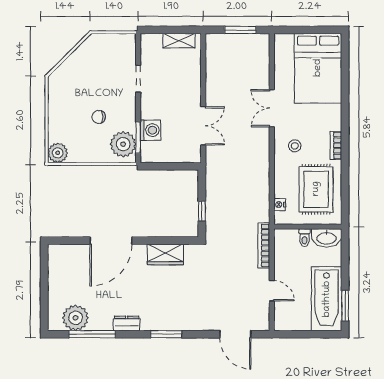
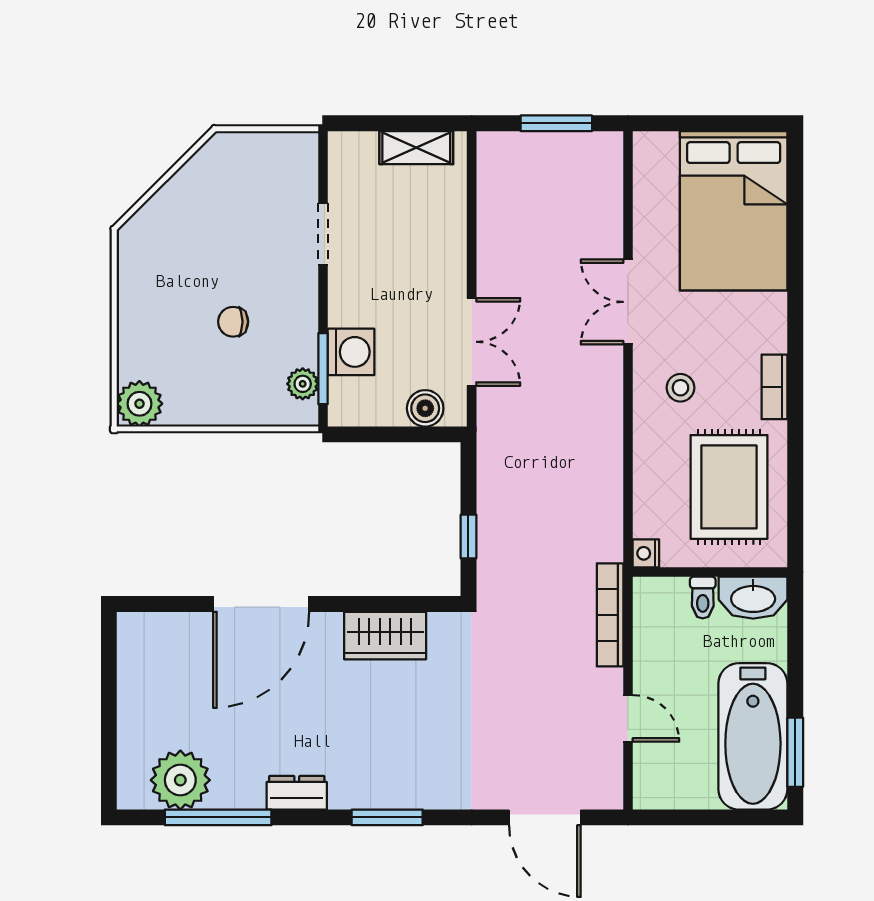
plant: (123, 144) -> (303, 384), width x0.53, depth x0.53
boiler: (183, 155) -> (425, 408), added
nightstand: (280, 205) -> (646, 553), moved

